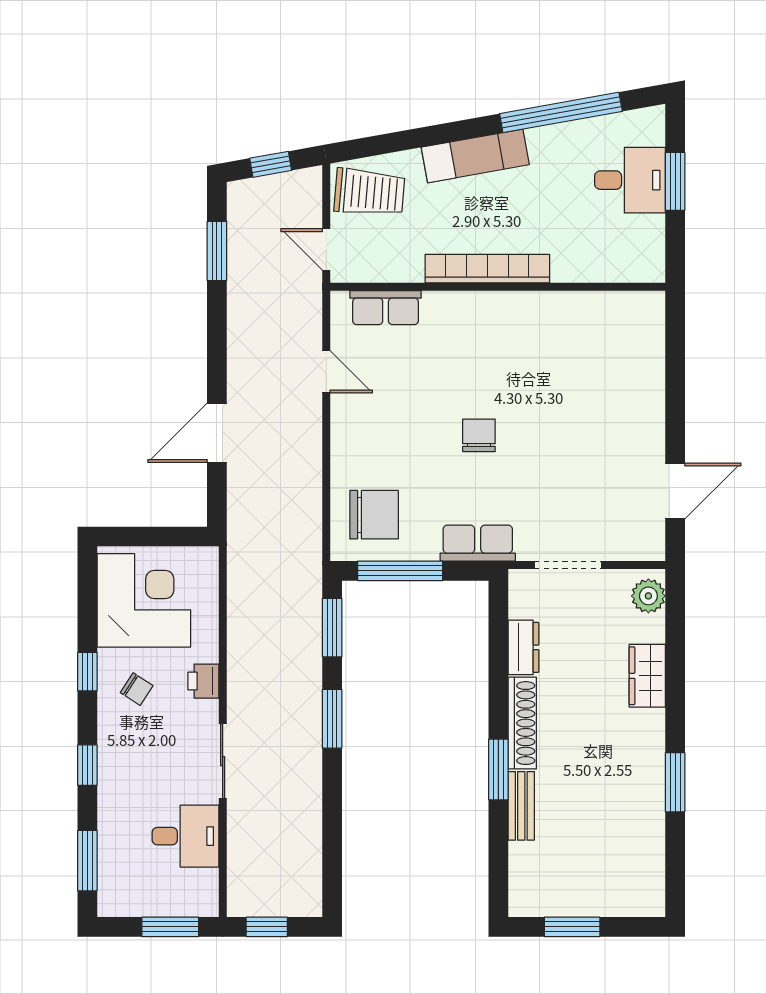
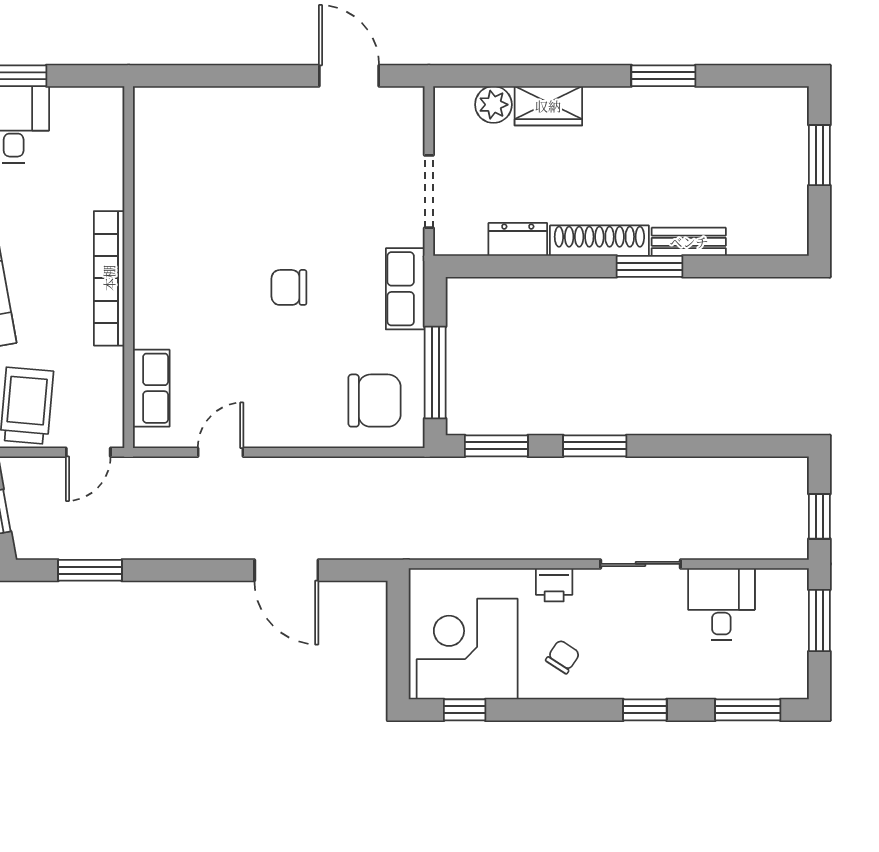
chair: (374, 515) -> (375, 401), turned 90
plant: (648, 596) -> (493, 105), moved
window: (87, 672) -> (465, 710), moved
window: (572, 927) -> (819, 155), moved

